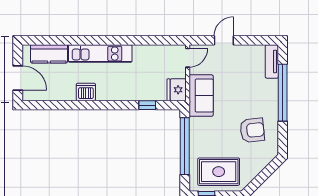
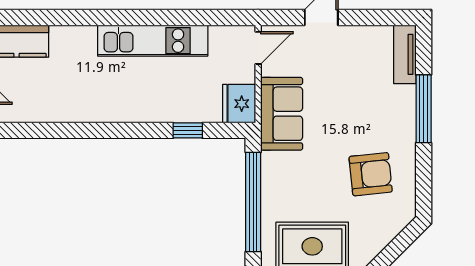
kitchen unit: (100, 54) -> (153, 41), moved
dishwasher: (86, 92) -> (81, 107), removed
window: (283, 93) -> (424, 109), width x0.68

